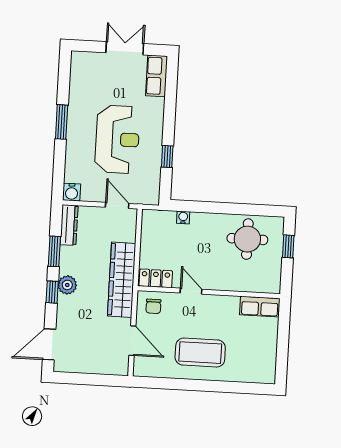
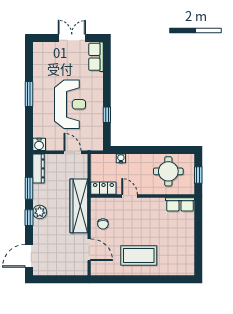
locker: (156, 278) -> (103, 188), moved
door: (191, 291) -> (130, 196), moved
wall: (209, 292) -> (142, 196), moved
row of seats: (260, 307) -> (180, 204), moved

